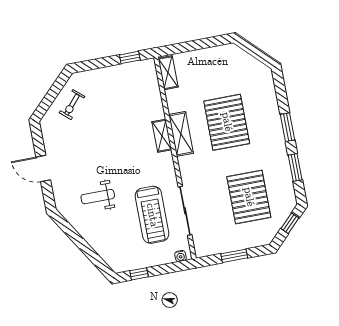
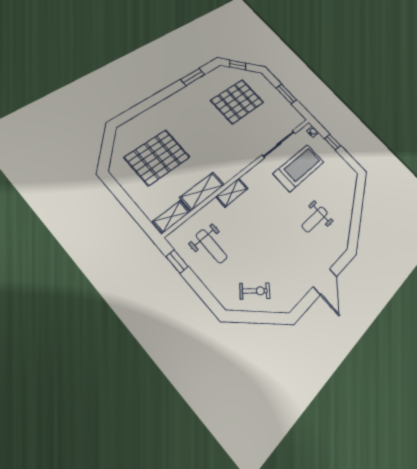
weight bench: (126, 91) -> (212, 246), added
pallet: (227, 122) -> (157, 157), moved
window: (287, 127) -> (163, 95), removed
shelving: (181, 134) -> (202, 191), moved
weight bench: (98, 197) -> (315, 219), turned 90
window: (139, 274) -> (333, 142), moved

